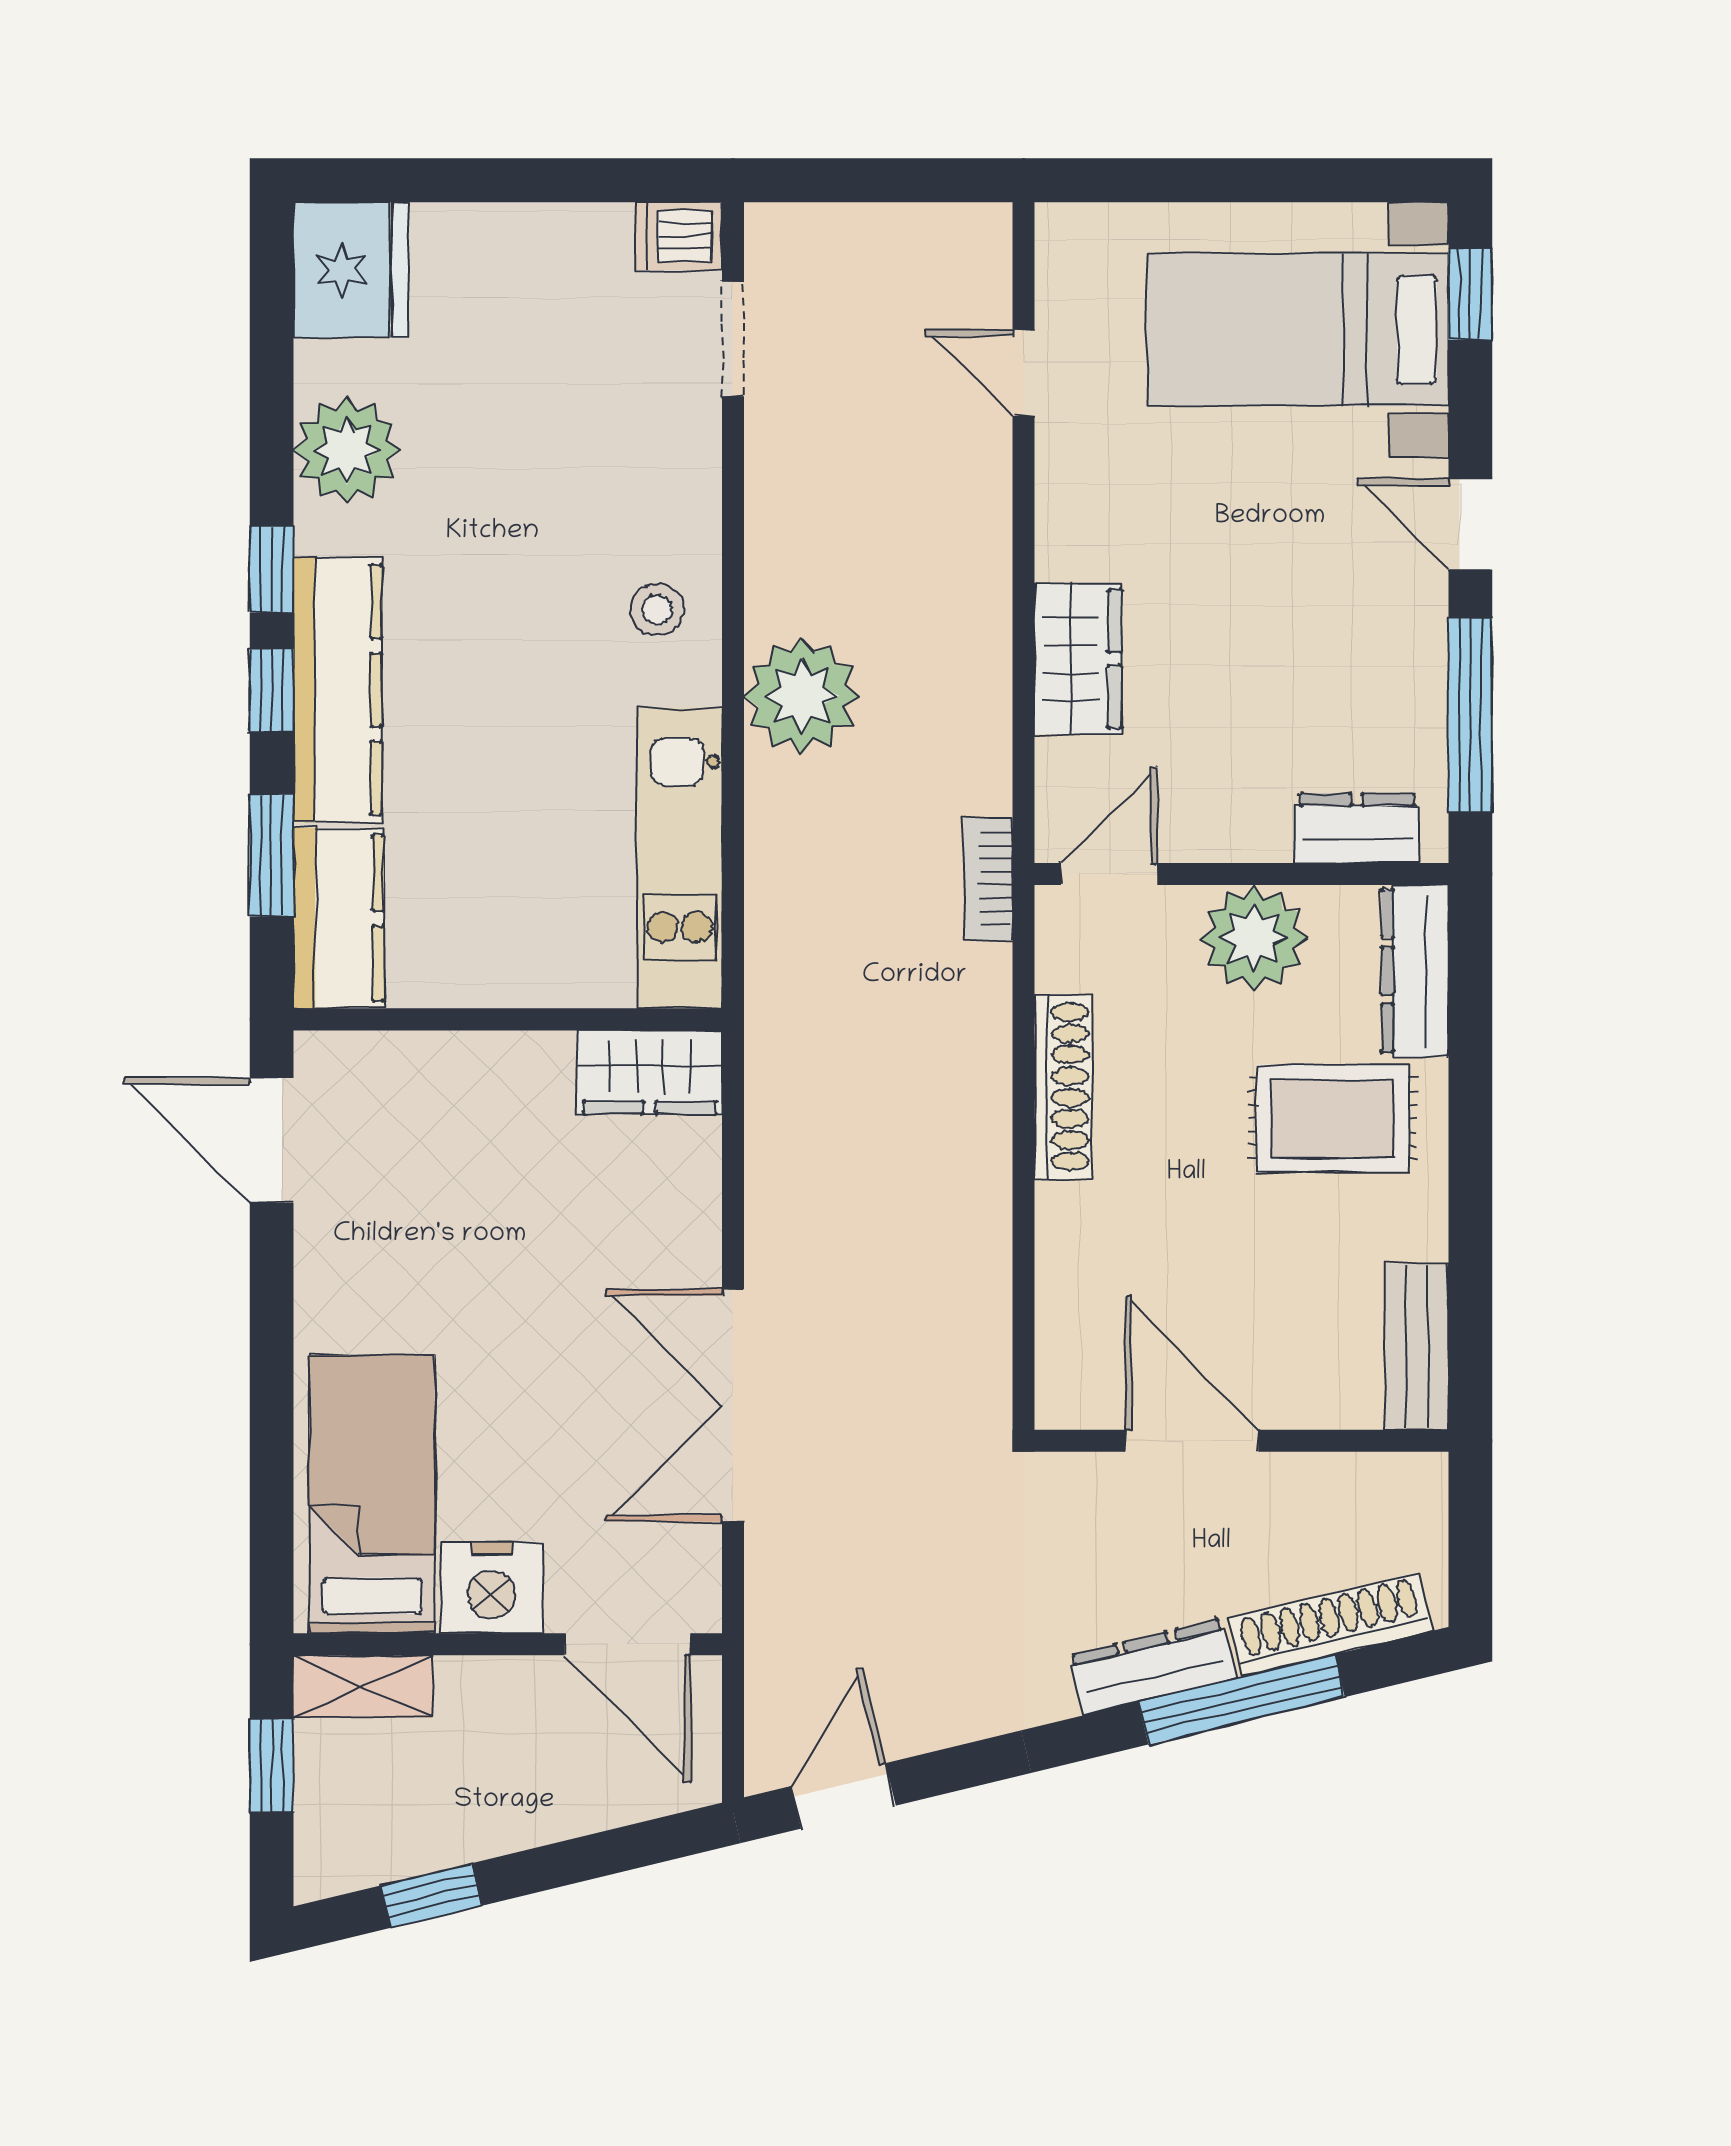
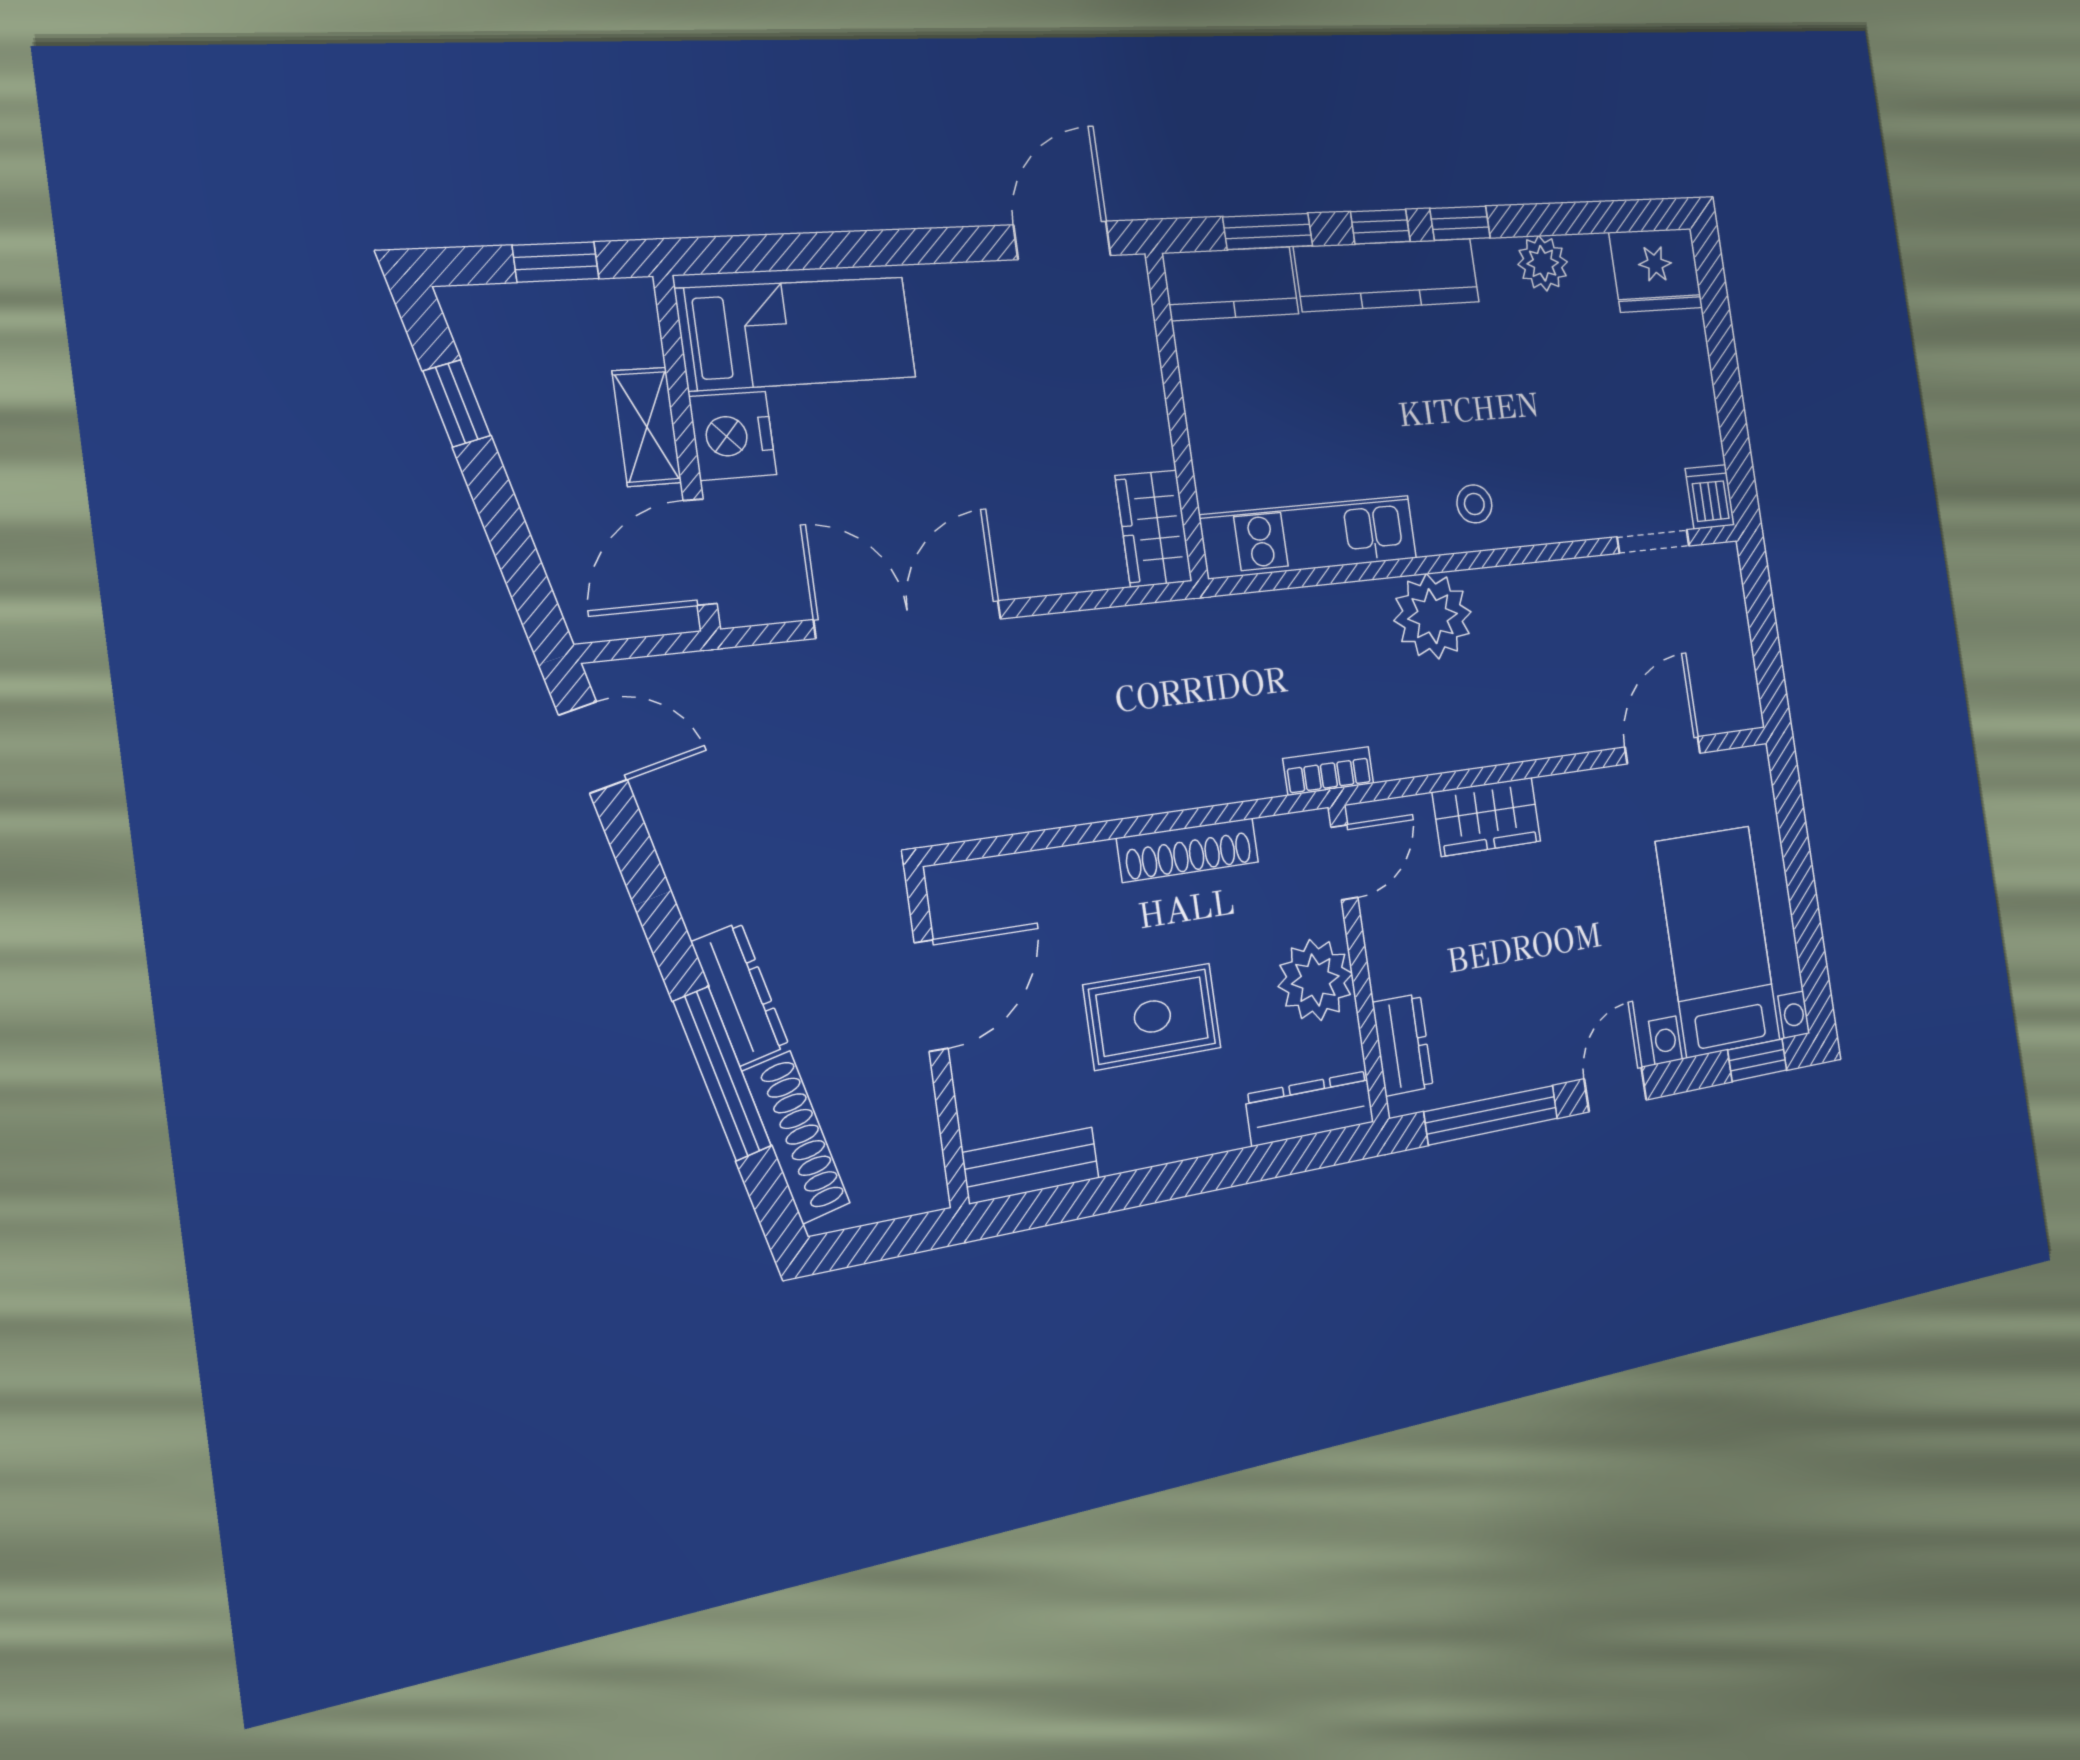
door: (1024, 373) -> (1663, 750), width x1.37
plant: (347, 450) -> (1543, 263), width x0.73, depth x0.73
door: (1109, 874) -> (1344, 862), hinge flipped
rug: (1333, 1119) -> (1152, 1016), moved, turned 90
shelving: (363, 1686) -> (647, 427), moved

